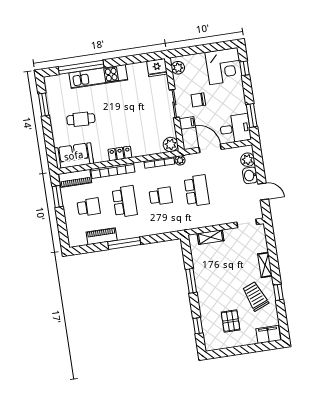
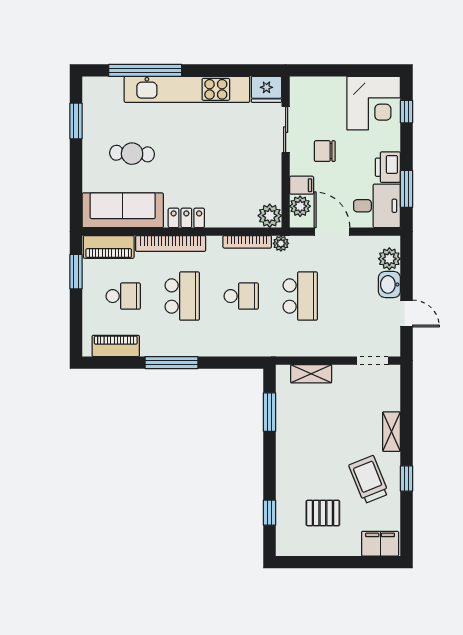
plant: (178, 68) -> (300, 206), moved
kitchen unit: (98, 77) -> (187, 89), width x1.36
sliding door: (174, 103) -> (286, 130), moved
printer: (238, 104) -> (388, 167), added
sofa: (74, 156) -> (123, 210), width x1.36
piano: (102, 236) -> (116, 346), moved
window: (191, 281) -> (269, 412), moved
pallet: (231, 321) -> (323, 513), turned 90

